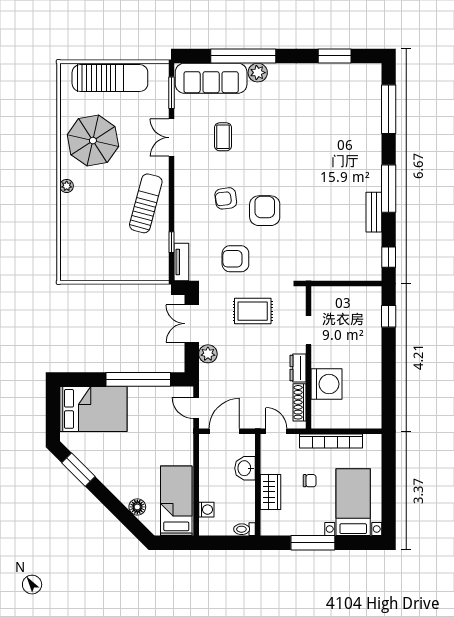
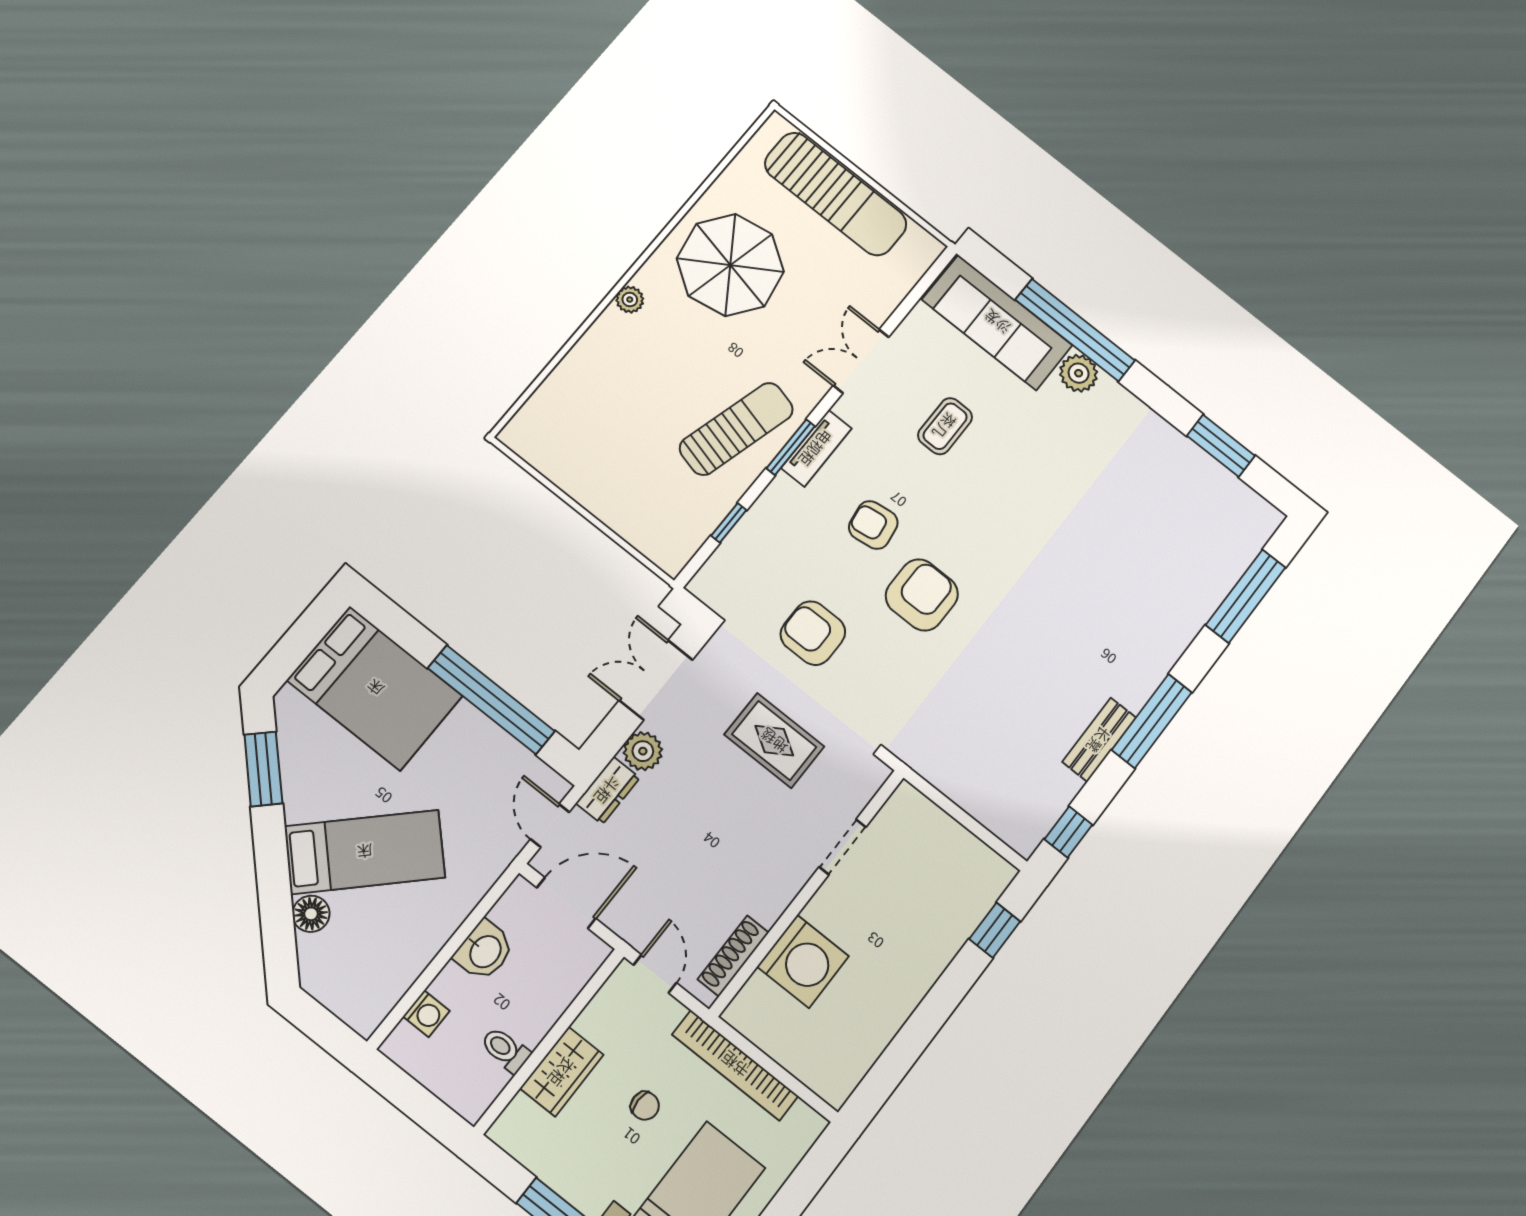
window: (172, 93) -> (791, 447), moved
tv unit: (181, 262) -> (816, 448), moved
dresser: (298, 368) -> (608, 790), moved, turned 180
washbasin: (245, 468) -> (484, 951), moved, turned 180
bed: (176, 501) -> (365, 852), moved, turned 45
toilet: (244, 529) -> (505, 1050), moved

